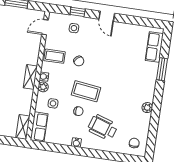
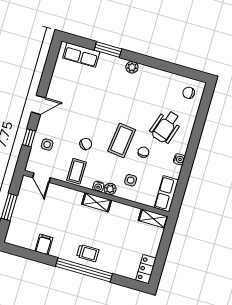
plant: (147, 108) -> (132, 67), moved
row of seats: (39, 127) -> (166, 194), moved, turned -90

